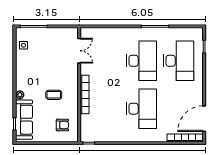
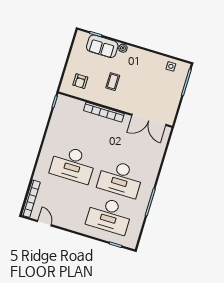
double door: (79, 51) -> (149, 120), width x1.37
door: (204, 119) -> (44, 223), width x0.53
sofa: (24, 120) -> (102, 46), width x0.73

